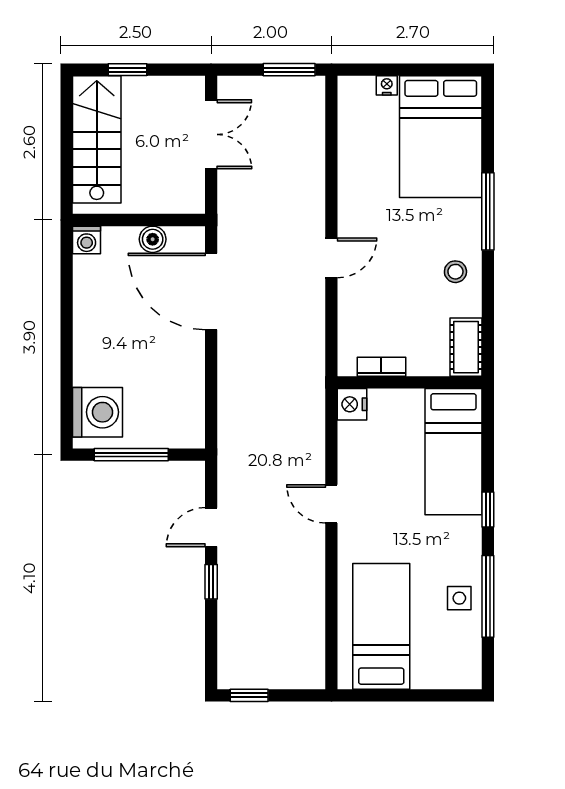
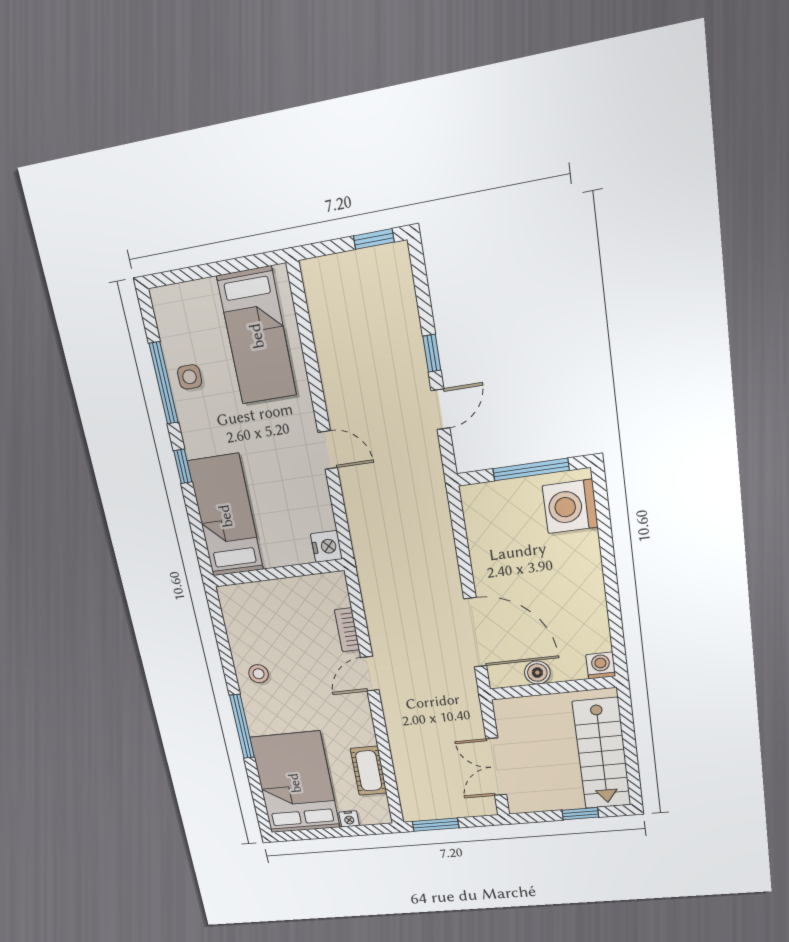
cot: (466, 347) -> (369, 771), moved
bookcase: (381, 367) -> (347, 630), moved, turned 90

